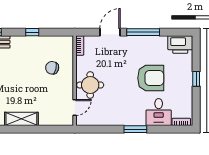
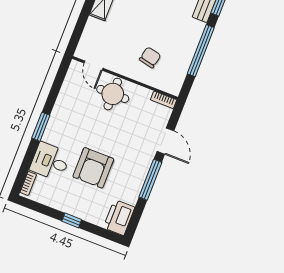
window: (32, 32) -> (201, 51), width x3.17

